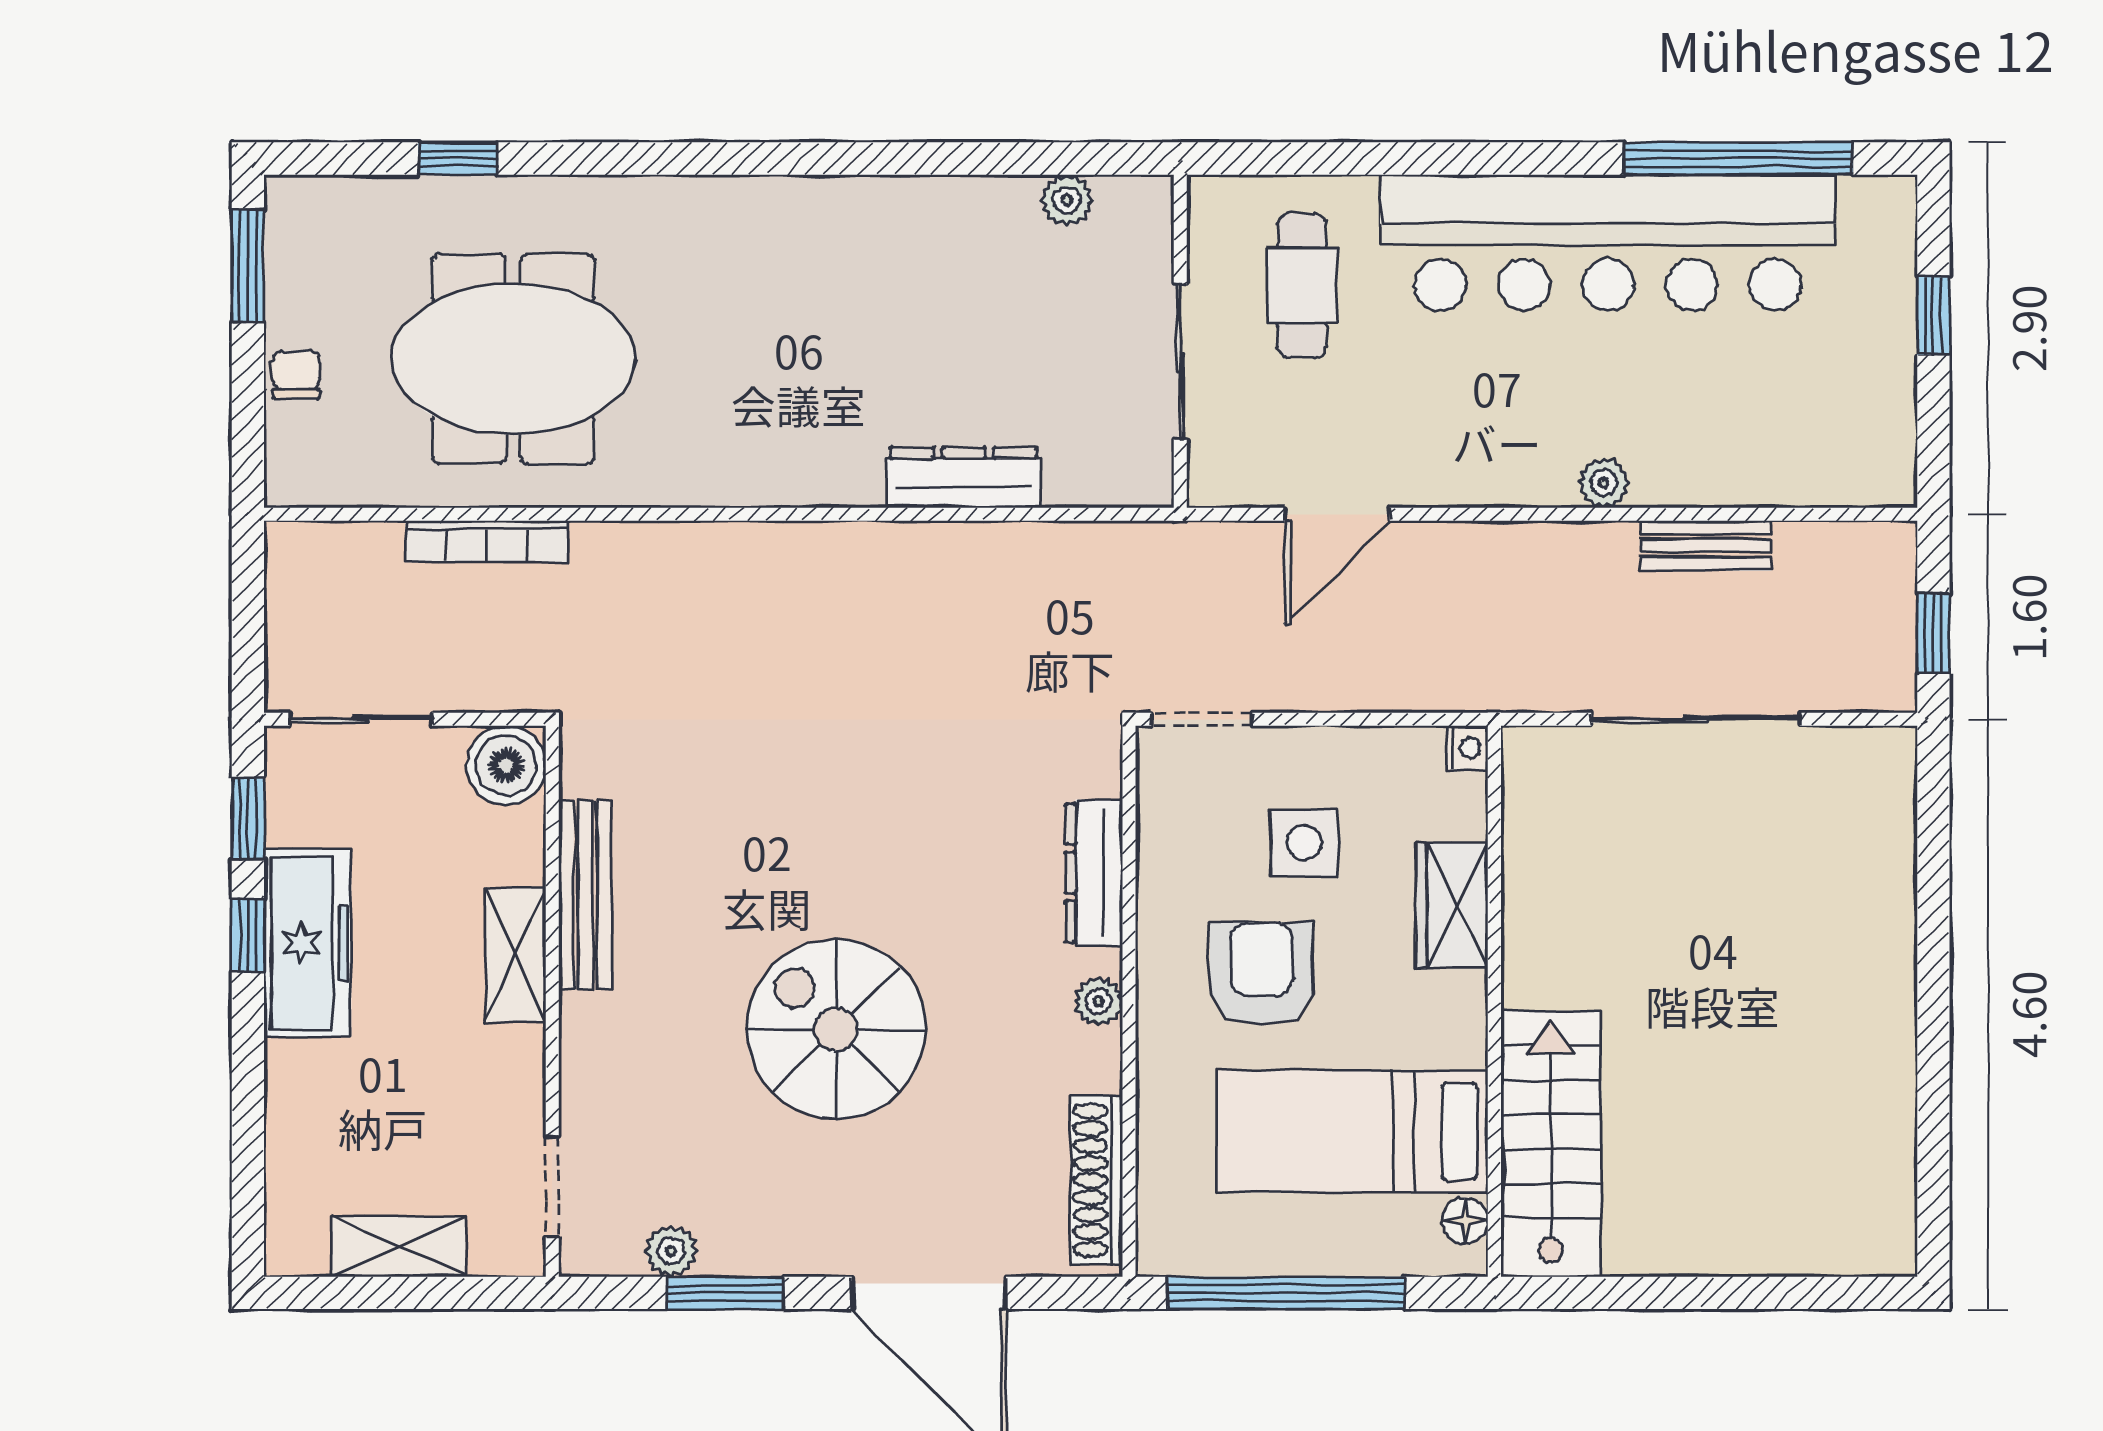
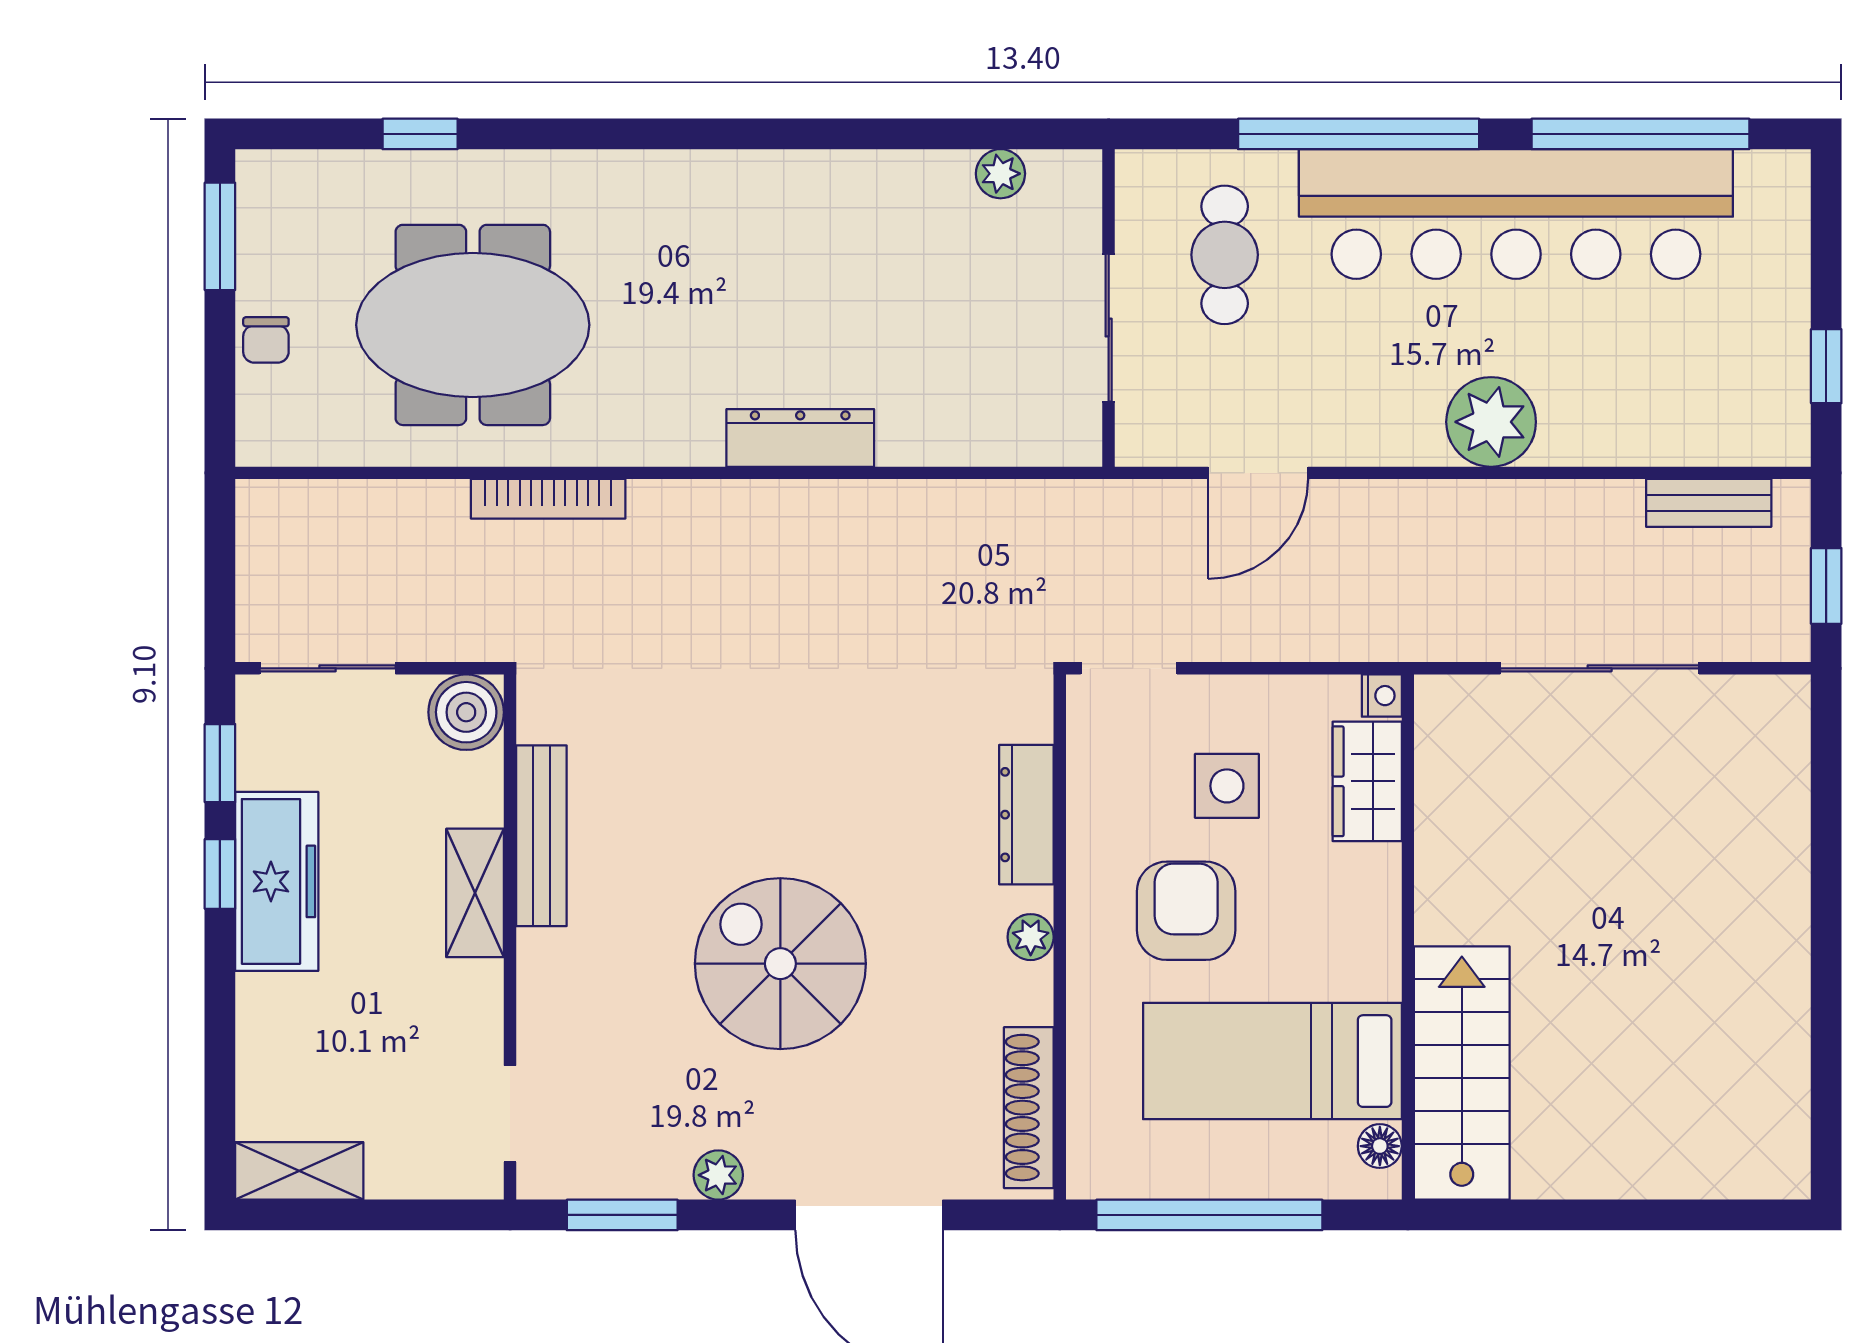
window: (1443, 159) -> (1359, 134), added
window: (1933, 316) -> (1826, 366), moved
chair: (296, 375) -> (266, 340), turned 180
dresser: (964, 477) -> (800, 438), moved
plant: (1604, 483) -> (1491, 422), width x1.88, depth x1.88
bookcase: (487, 541) -> (548, 499), moved
bench: (1706, 546) -> (1709, 503), moved
wardrobe: (1452, 906) -> (1367, 781), moved
shelving: (399, 1247) -> (299, 1171), moved
plant: (671, 1251) -> (718, 1175), moved
window: (725, 1293) -> (622, 1215), moved

